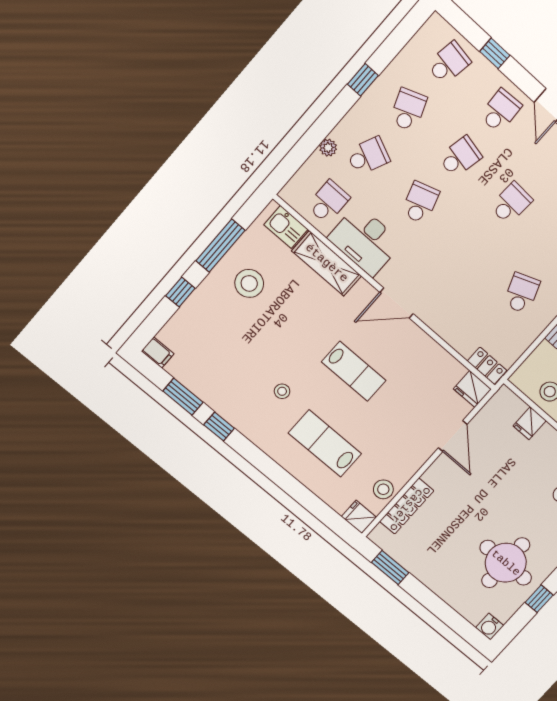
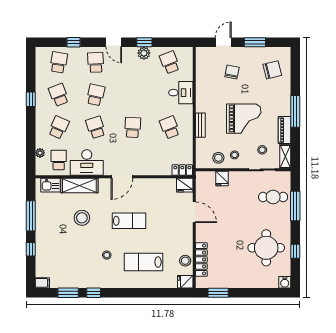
plant: (328, 148) -> (40, 153), moved
school desk: (511, 203) -> (133, 127), moved
stool: (249, 283) -> (82, 218), moved

